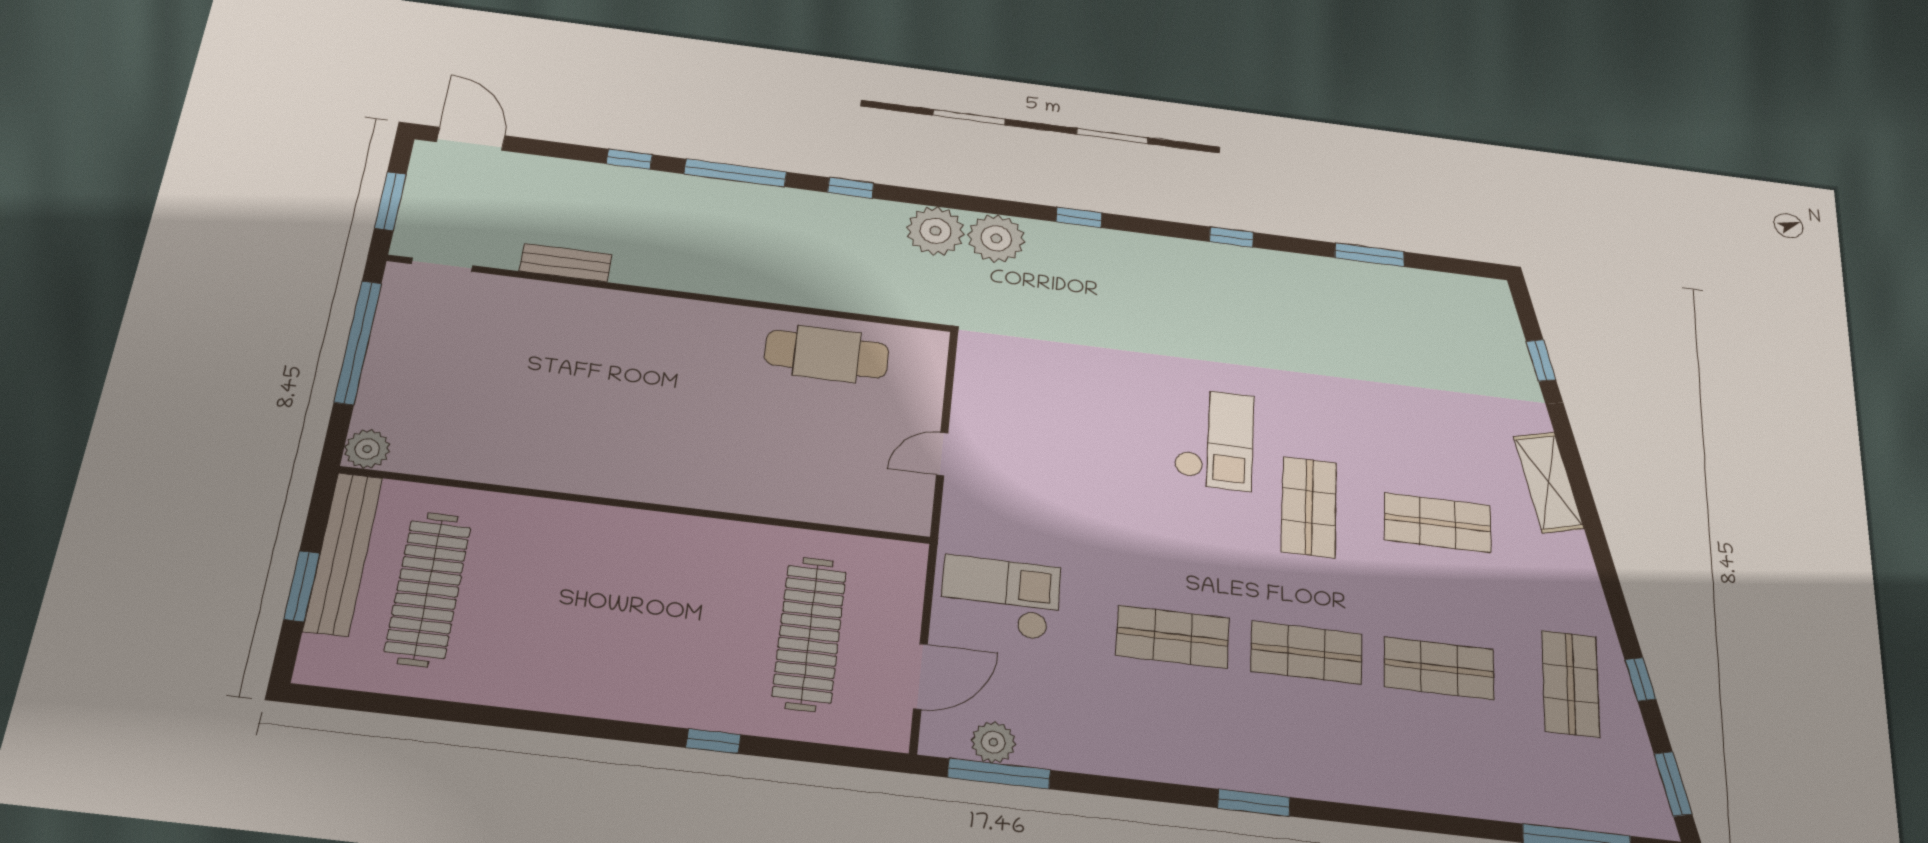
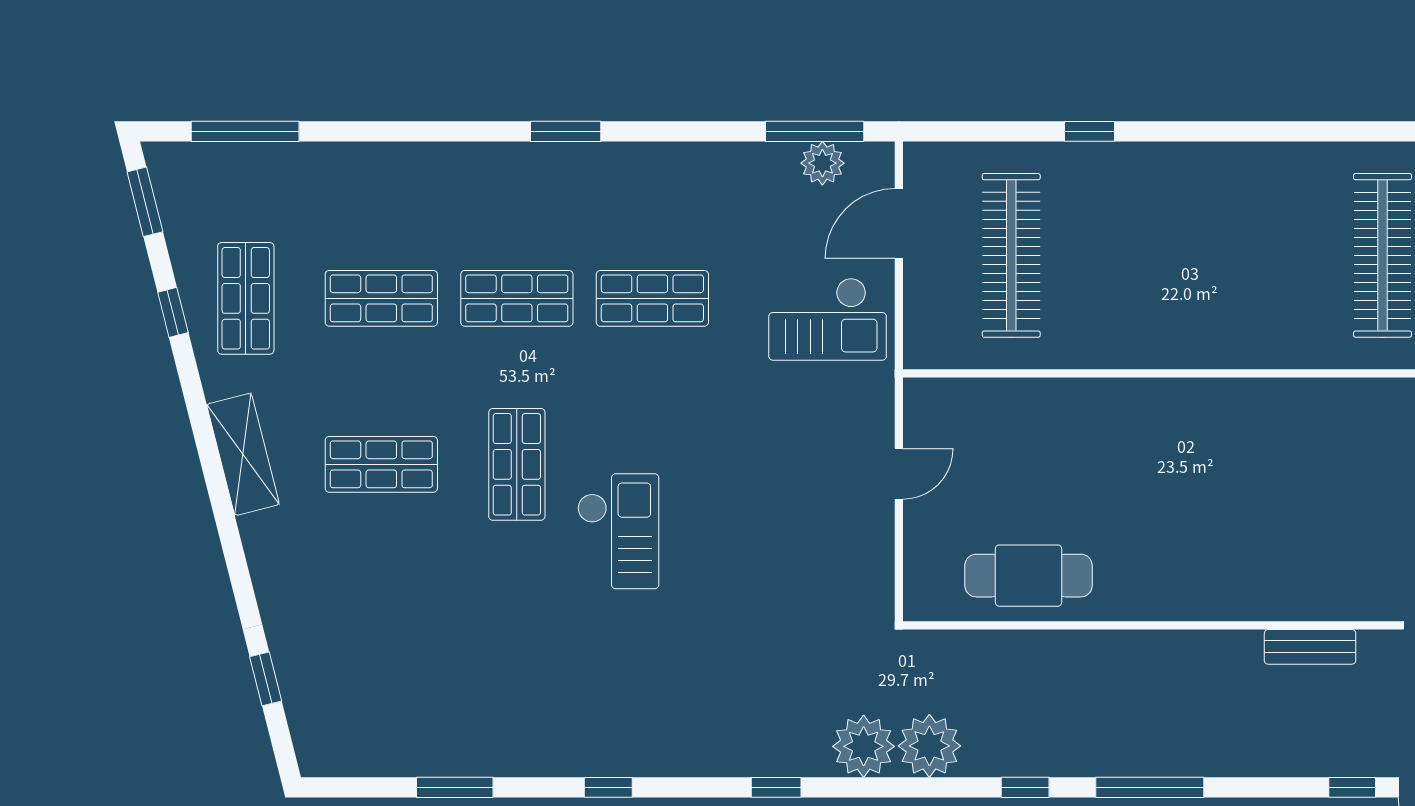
window: (629, 159) -> (1352, 787), moved
checkout: (1214, 439) -> (618, 531), turned 180
shelving: (1548, 482) -> (243, 454), moved

